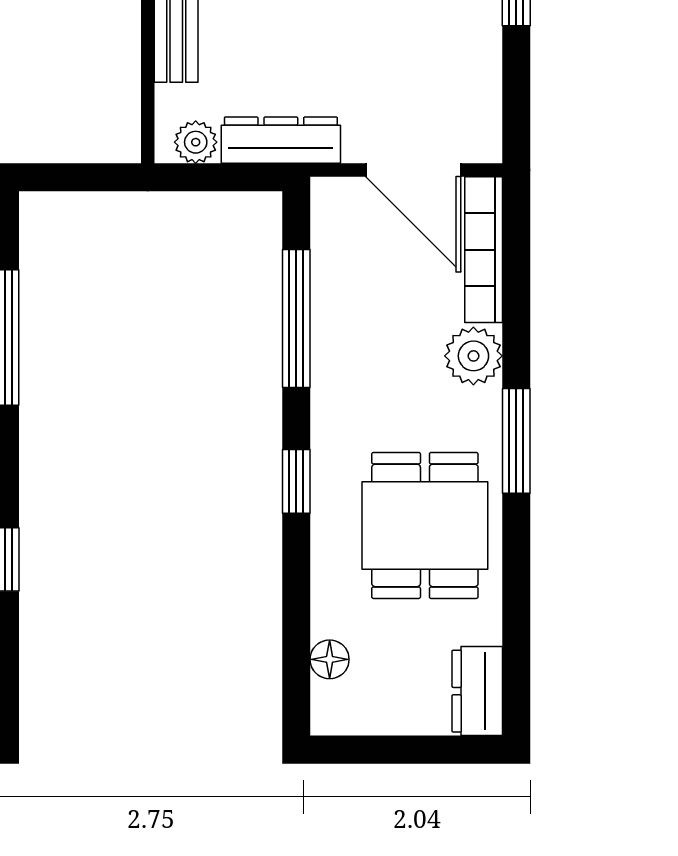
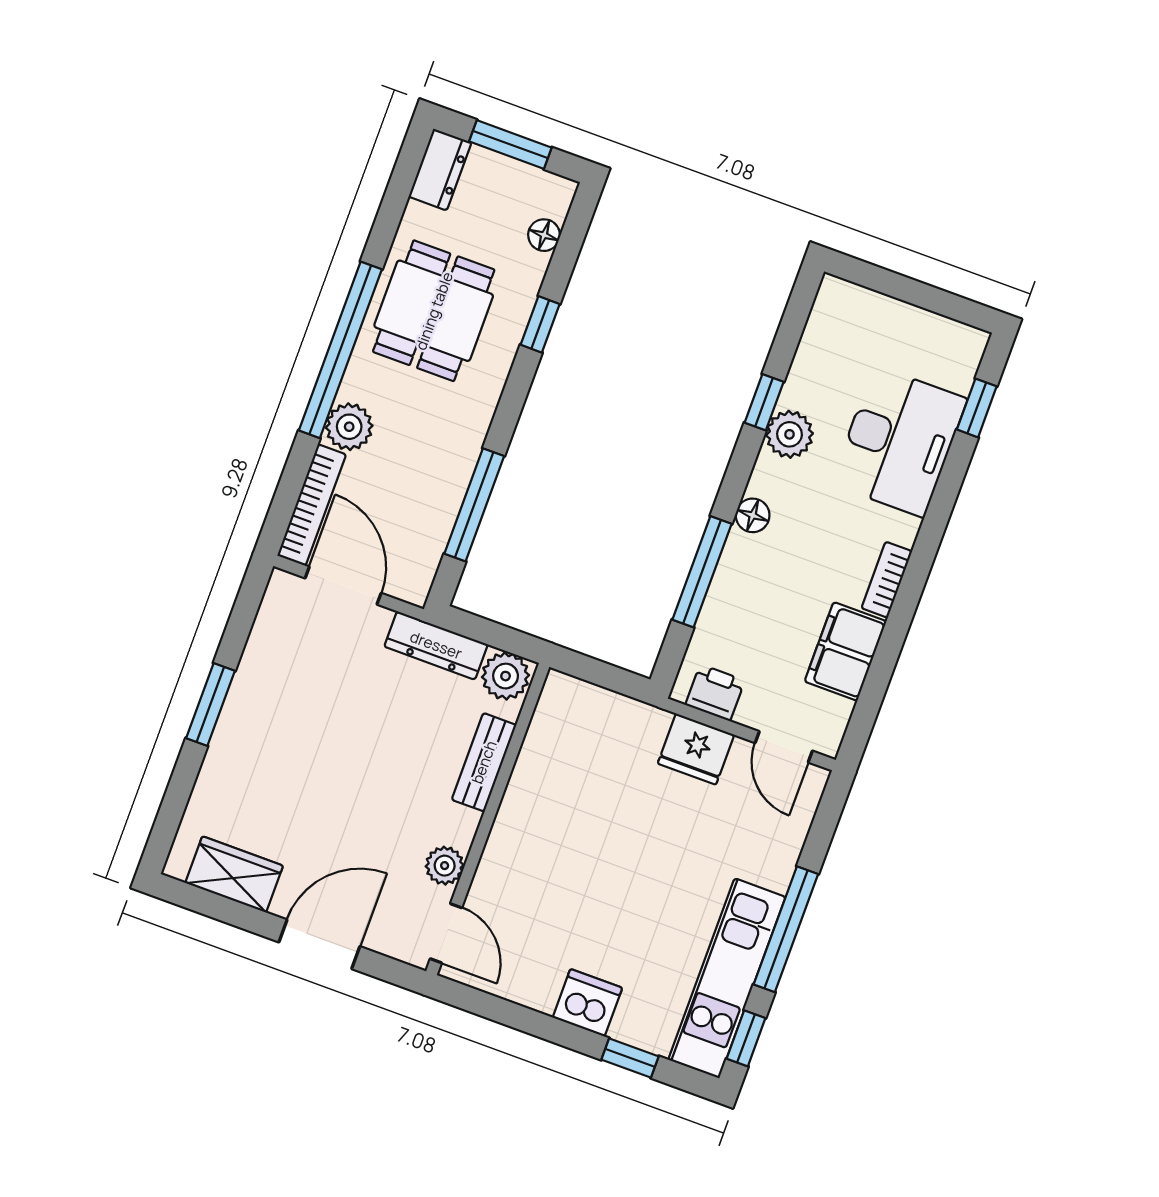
plant: (196, 142) -> (506, 676), width x1.38, depth x1.38
window: (516, 441) -> (340, 350), width x2.11
window: (296, 481) -> (540, 324), moved
window: (407, 750) -> (510, 145), added

